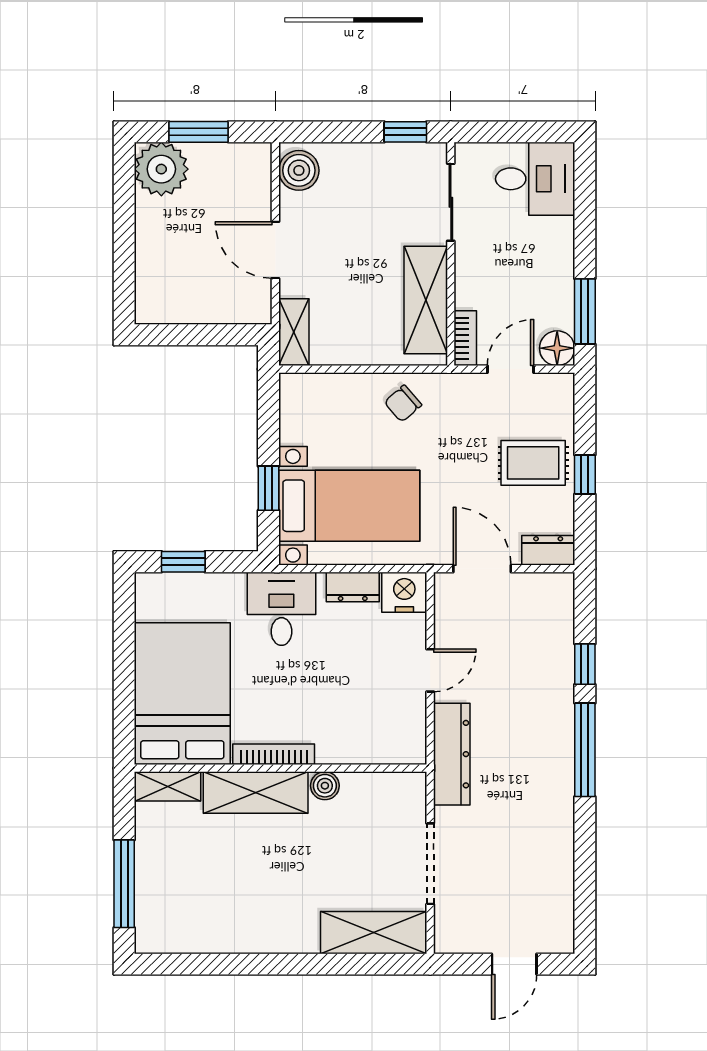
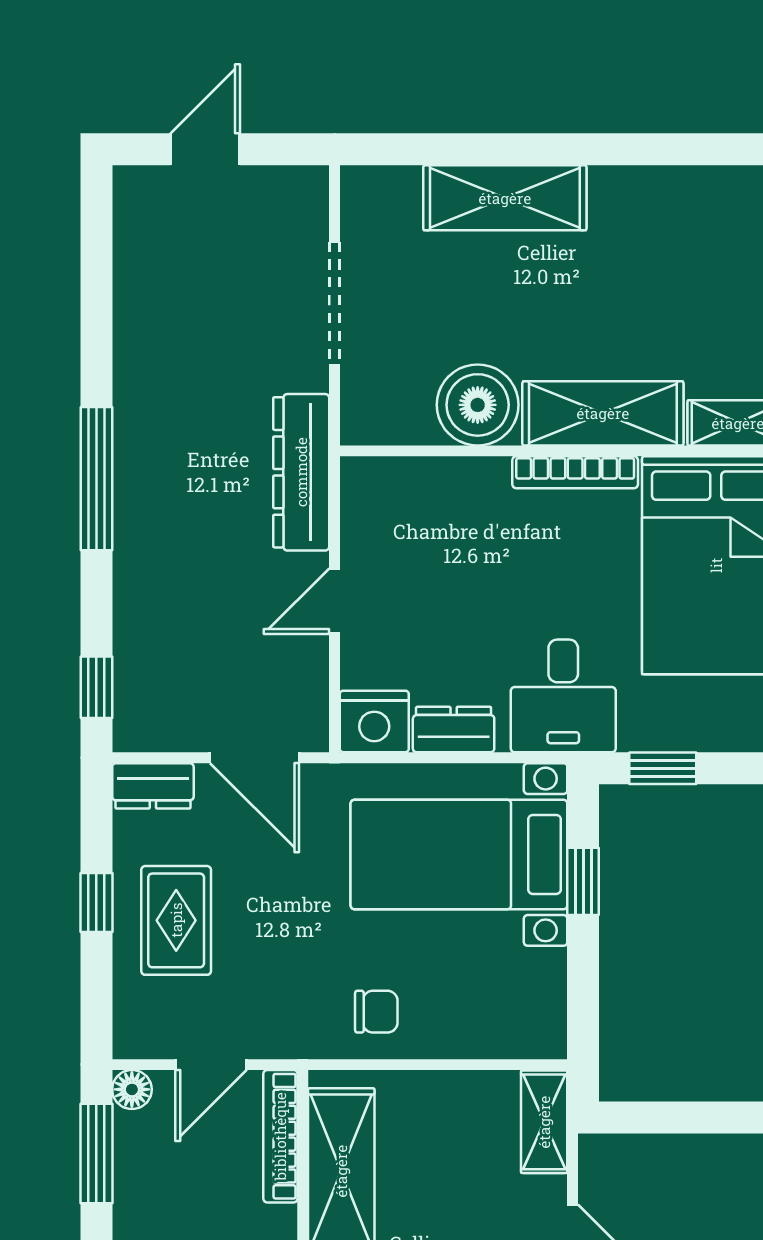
bookcase: (465, 338) -> (280, 1136), width x1.56
floor lamp: (557, 348) -> (132, 1089), width x0.73, depth x0.73
chair: (403, 404) -> (376, 1012), turned 41
rug: (533, 463) -> (176, 920), turned 90
window: (183, 562) -> (663, 768), moved
window: (585, 664) -> (96, 687), moved
boiler: (325, 786) -> (478, 405), width x1.86, depth x1.86
shelving: (374, 933) -> (505, 198), moved

